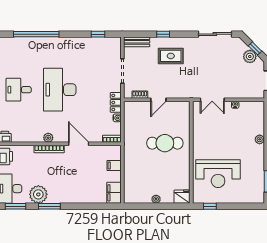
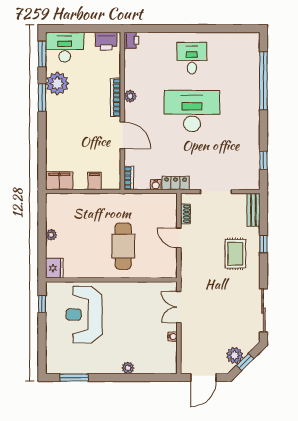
door: (79, 144) -> (122, 135), hinge flipped

